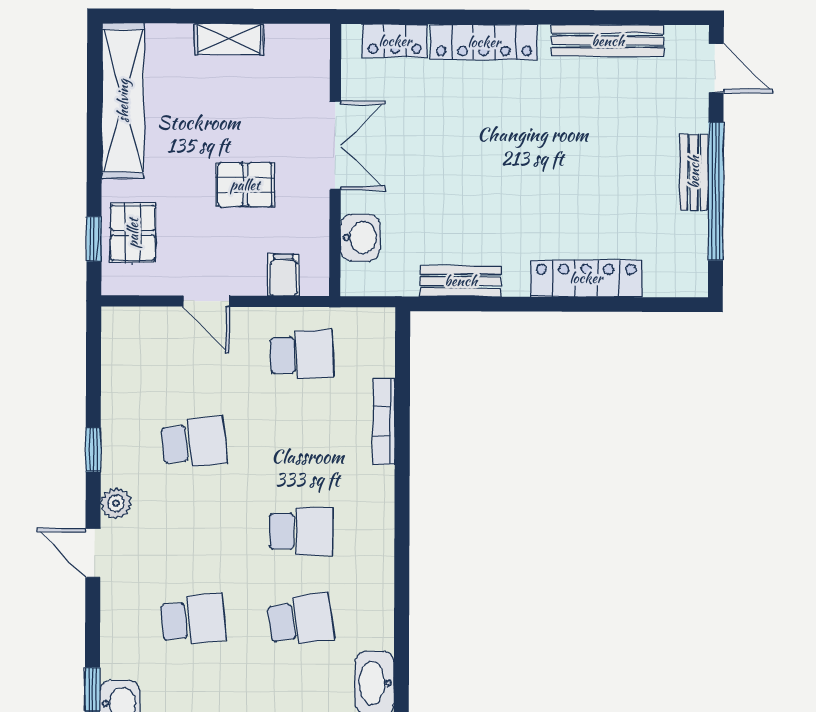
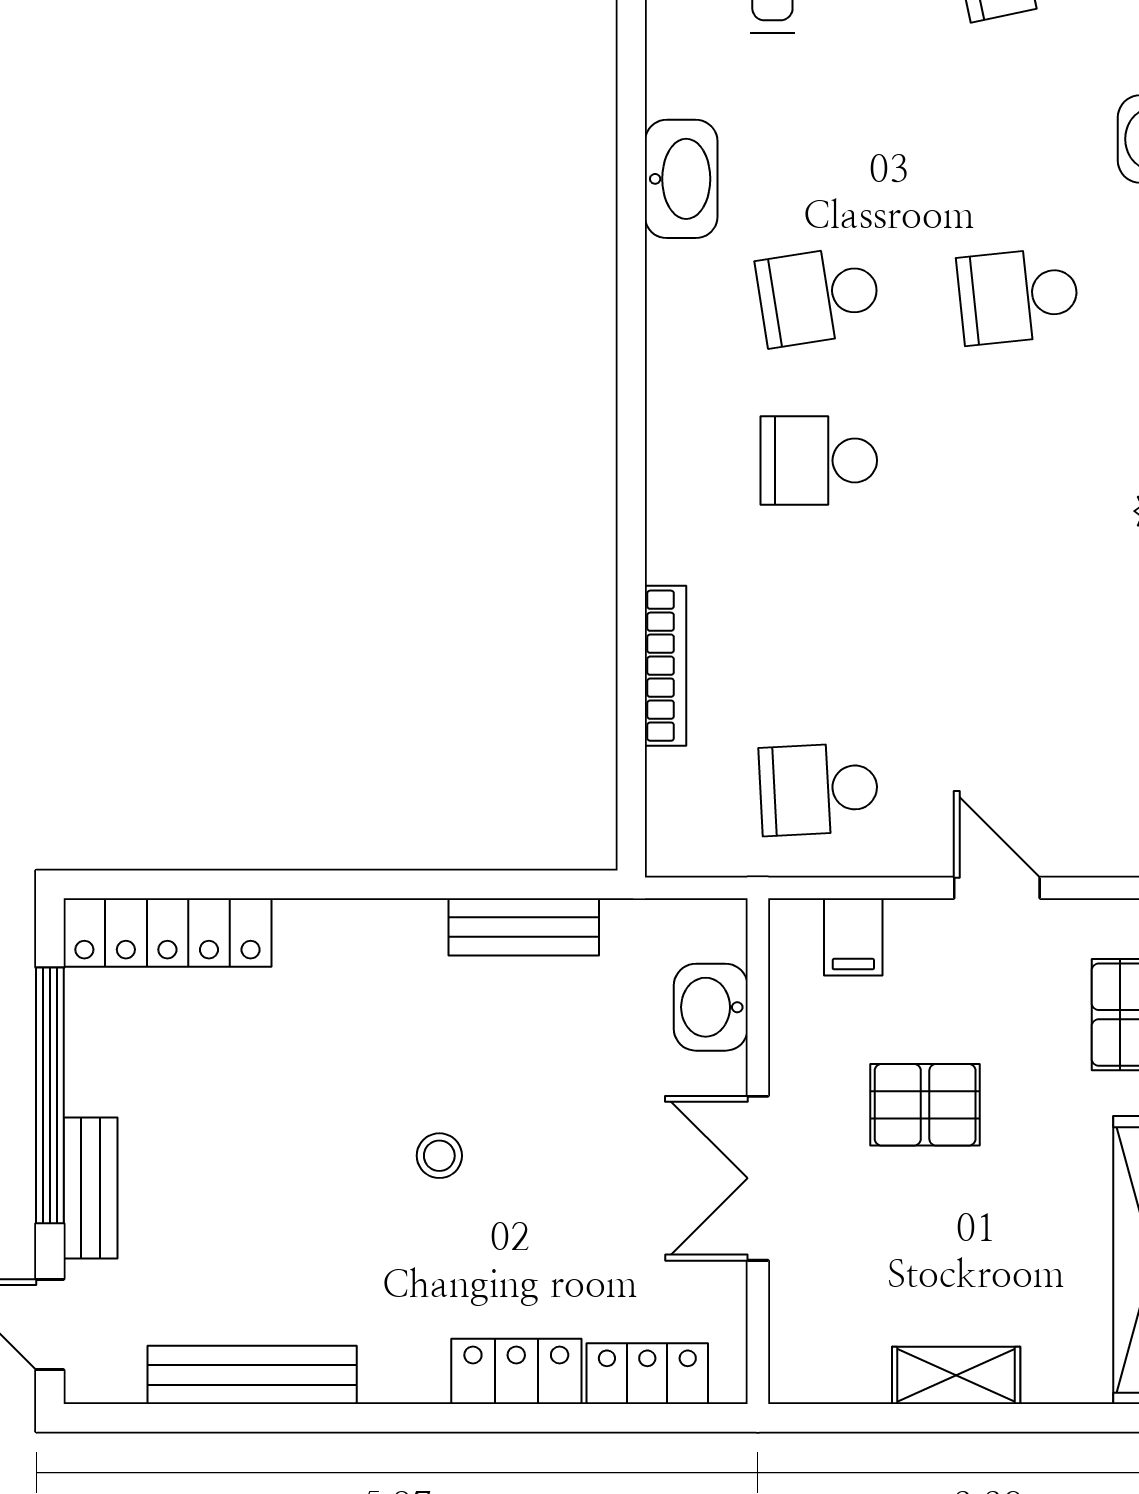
locker: (484, 42) -> (516, 1371), width x0.66
stool: (506, 158) -> (439, 1156), added
bench: (694, 172) -> (91, 1188), moved
locker: (586, 278) -> (167, 932), moved
school desk: (194, 443) -> (1018, 625), removed

